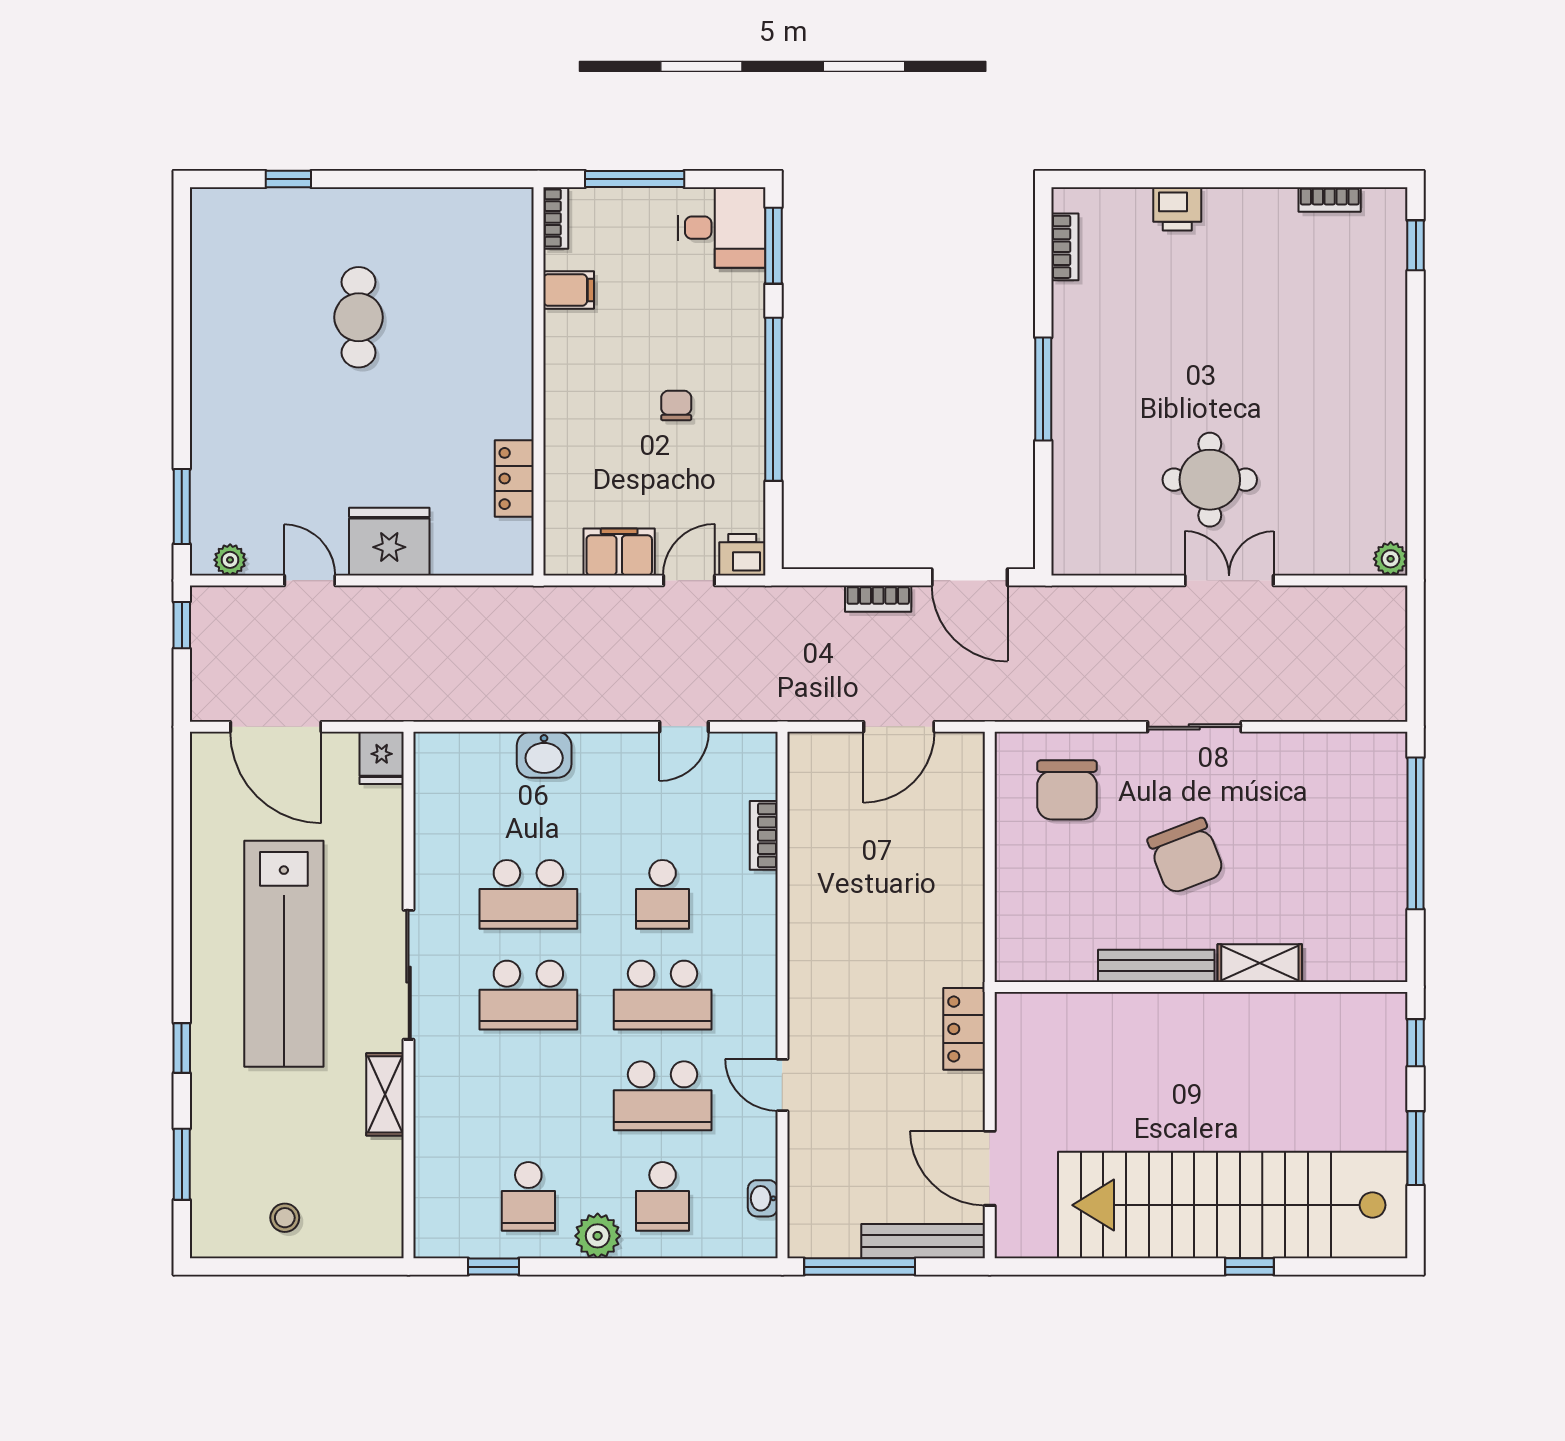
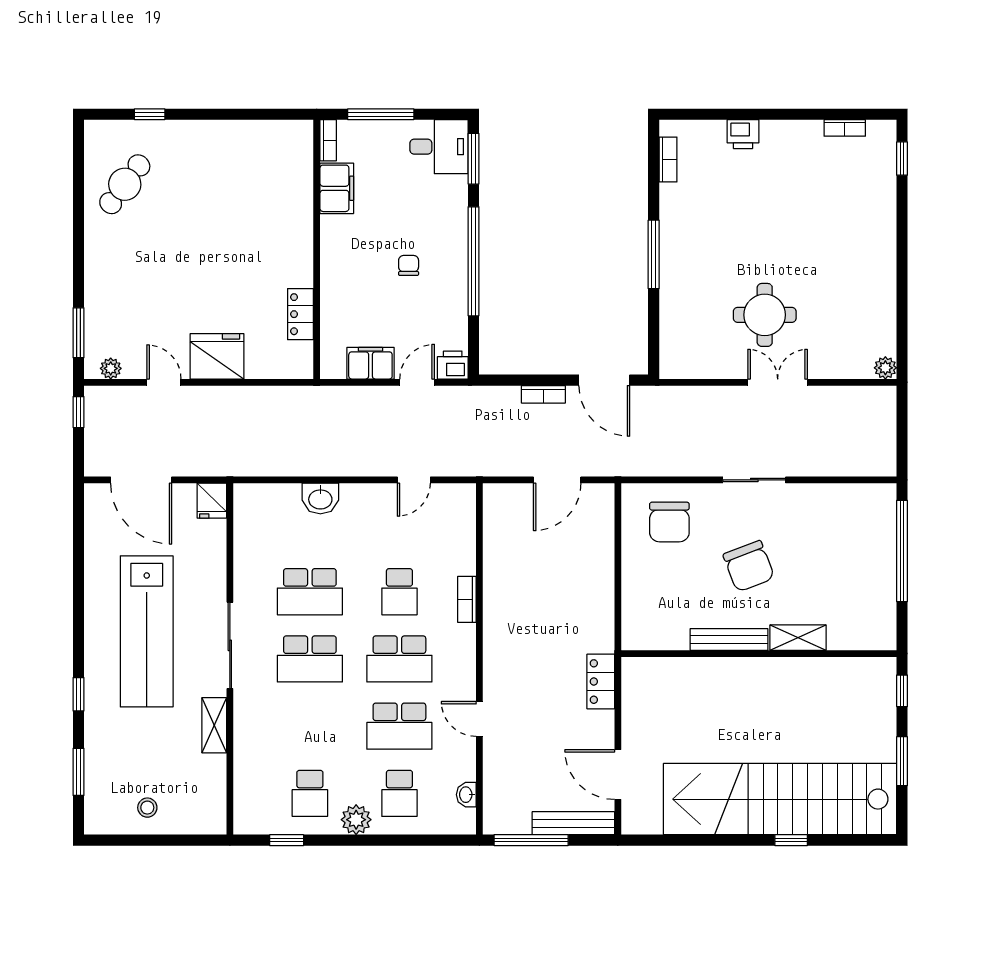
filing cabinet: (569, 290) -> (337, 188), width x2.00
cafe table: (359, 317) -> (125, 184), moved, turned 37
bookcase: (764, 835) -> (467, 599), moved

